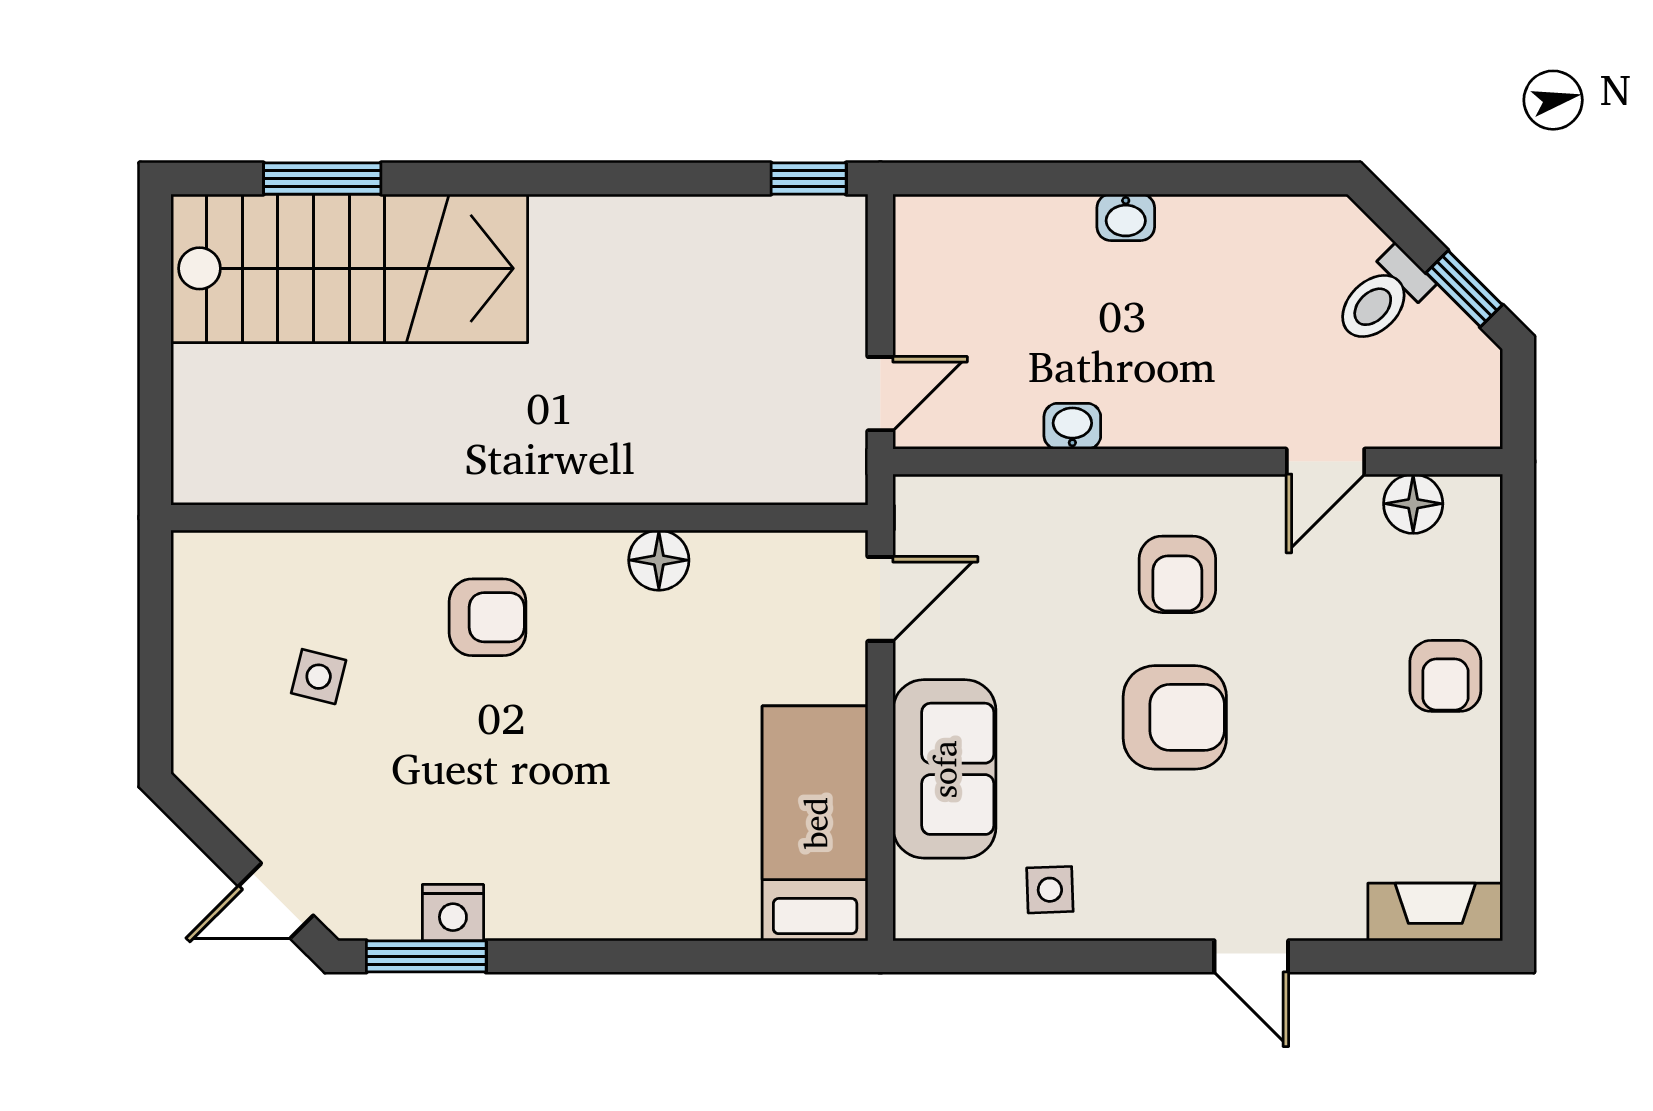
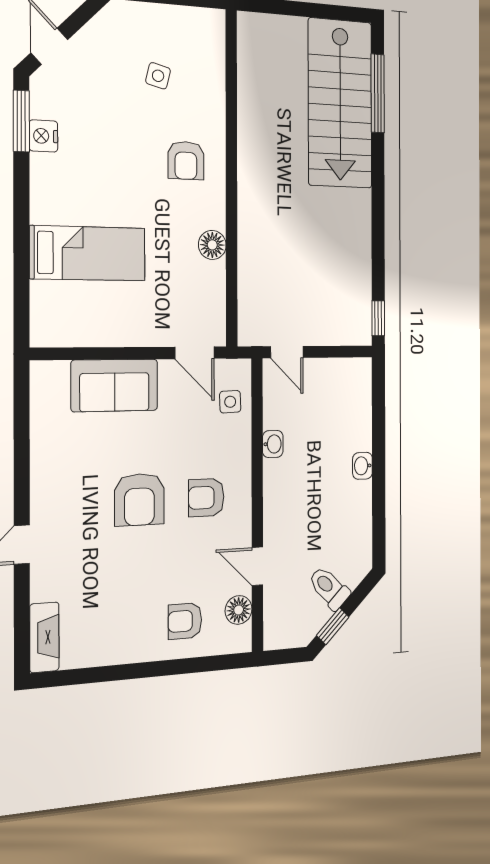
window: (322, 178) -> (378, 93), width x1.44
armchair: (1445, 676) -> (185, 621), moved
bed: (815, 823) -> (88, 253), moved
side table: (1050, 890) -> (230, 402), moved

